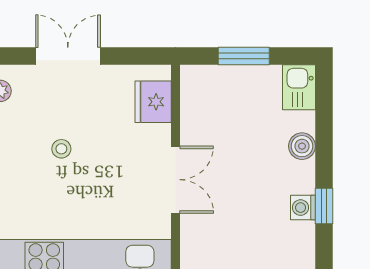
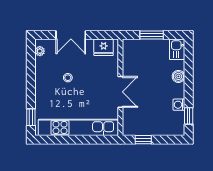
double door: (68, 56) -> (71, 35), swing flipped
fridge: (153, 102) -> (104, 47), moved, turned -90
window: (324, 206) -> (189, 116), moved

